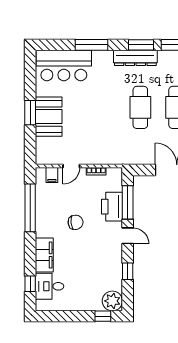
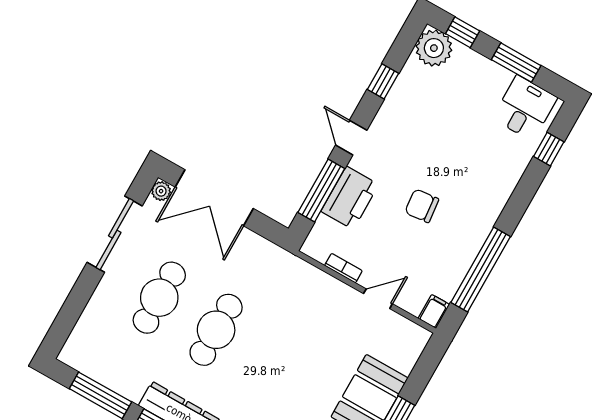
filing cabinet: (52, 175) -> (434, 311), moved
filing cabinet: (44, 255) -> (501, 182), removed
desk: (50, 286) -> (525, 108), moved, turned -90
window: (69, 316) -> (516, 63), added

